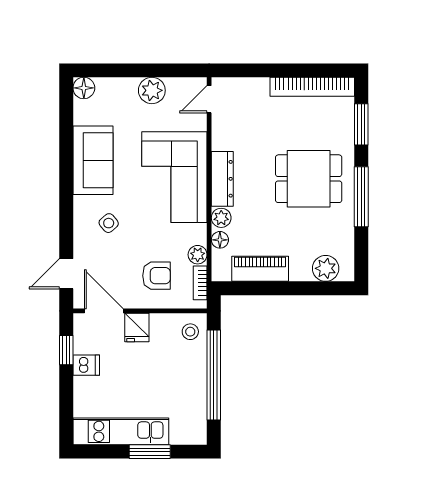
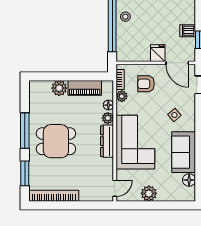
floor lamp: (84, 88) -> (189, 180), moved
plant: (326, 268) -> (59, 88), moved
stool: (190, 332) -> (125, 17), moved

